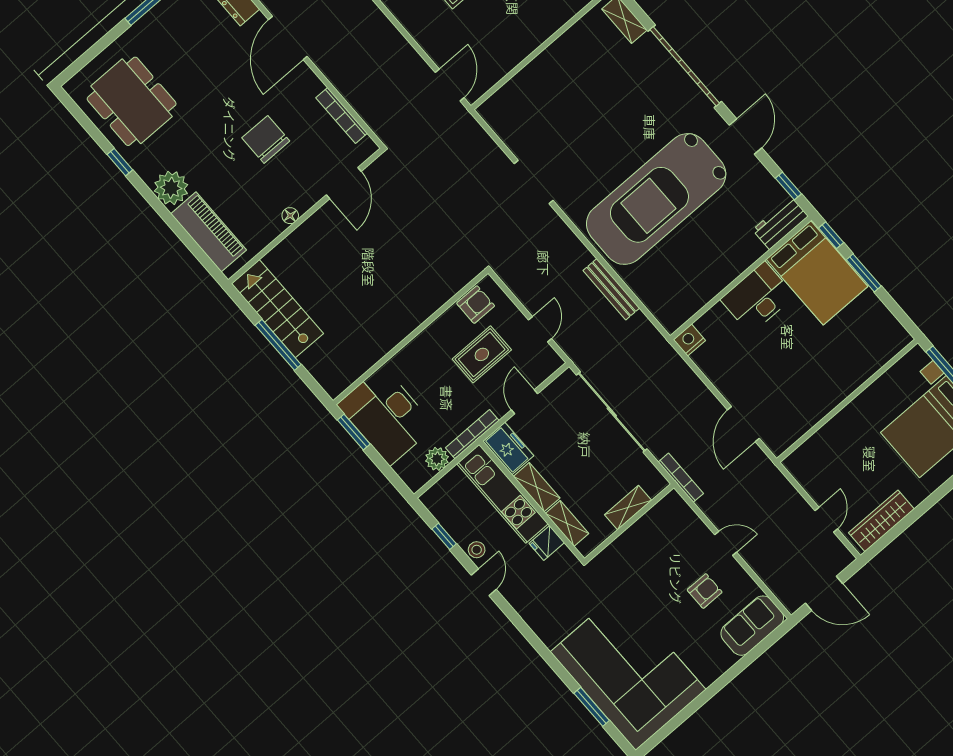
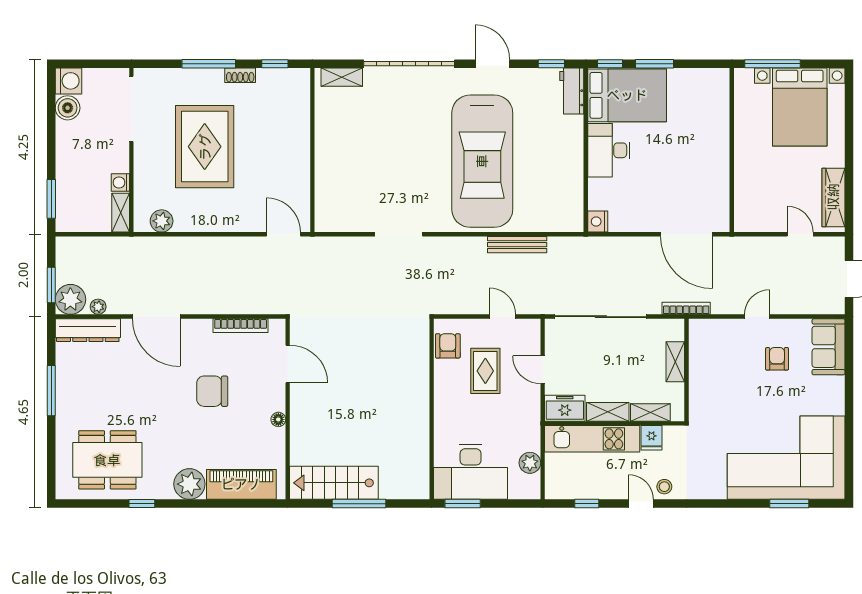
door: (743, 424) -> (686, 234), width x1.36
bookcase: (472, 434) -> (534, 424), removed
stool: (477, 550) -> (664, 487), moved

